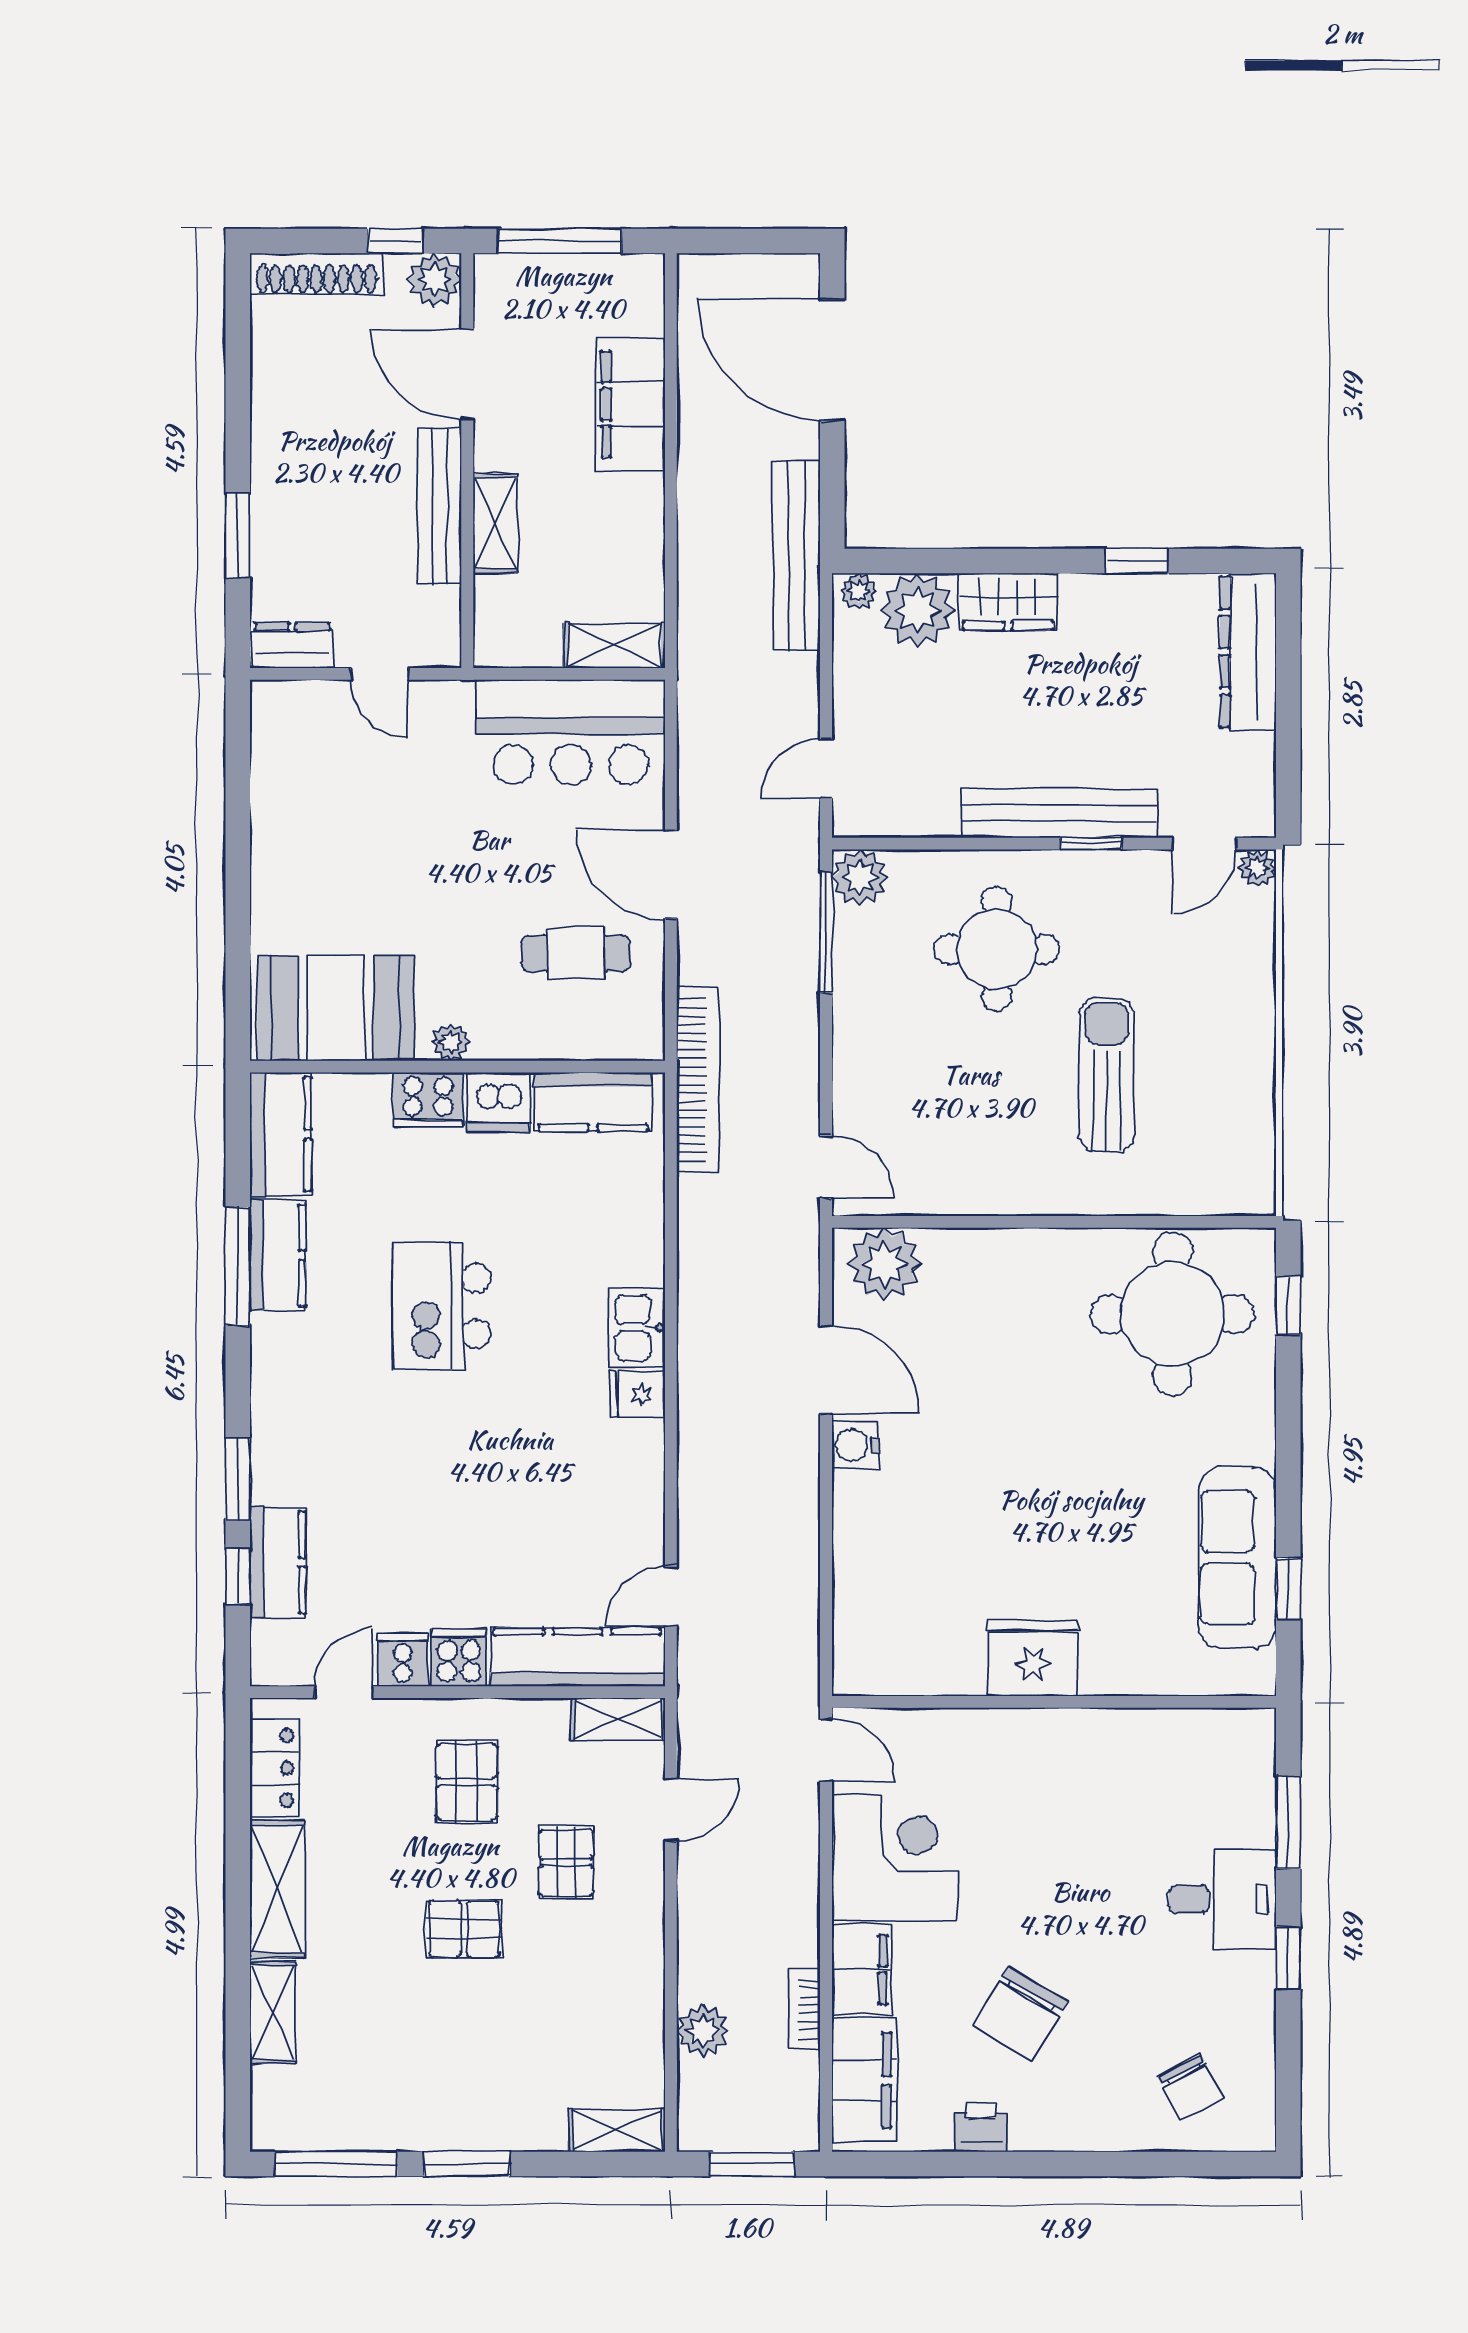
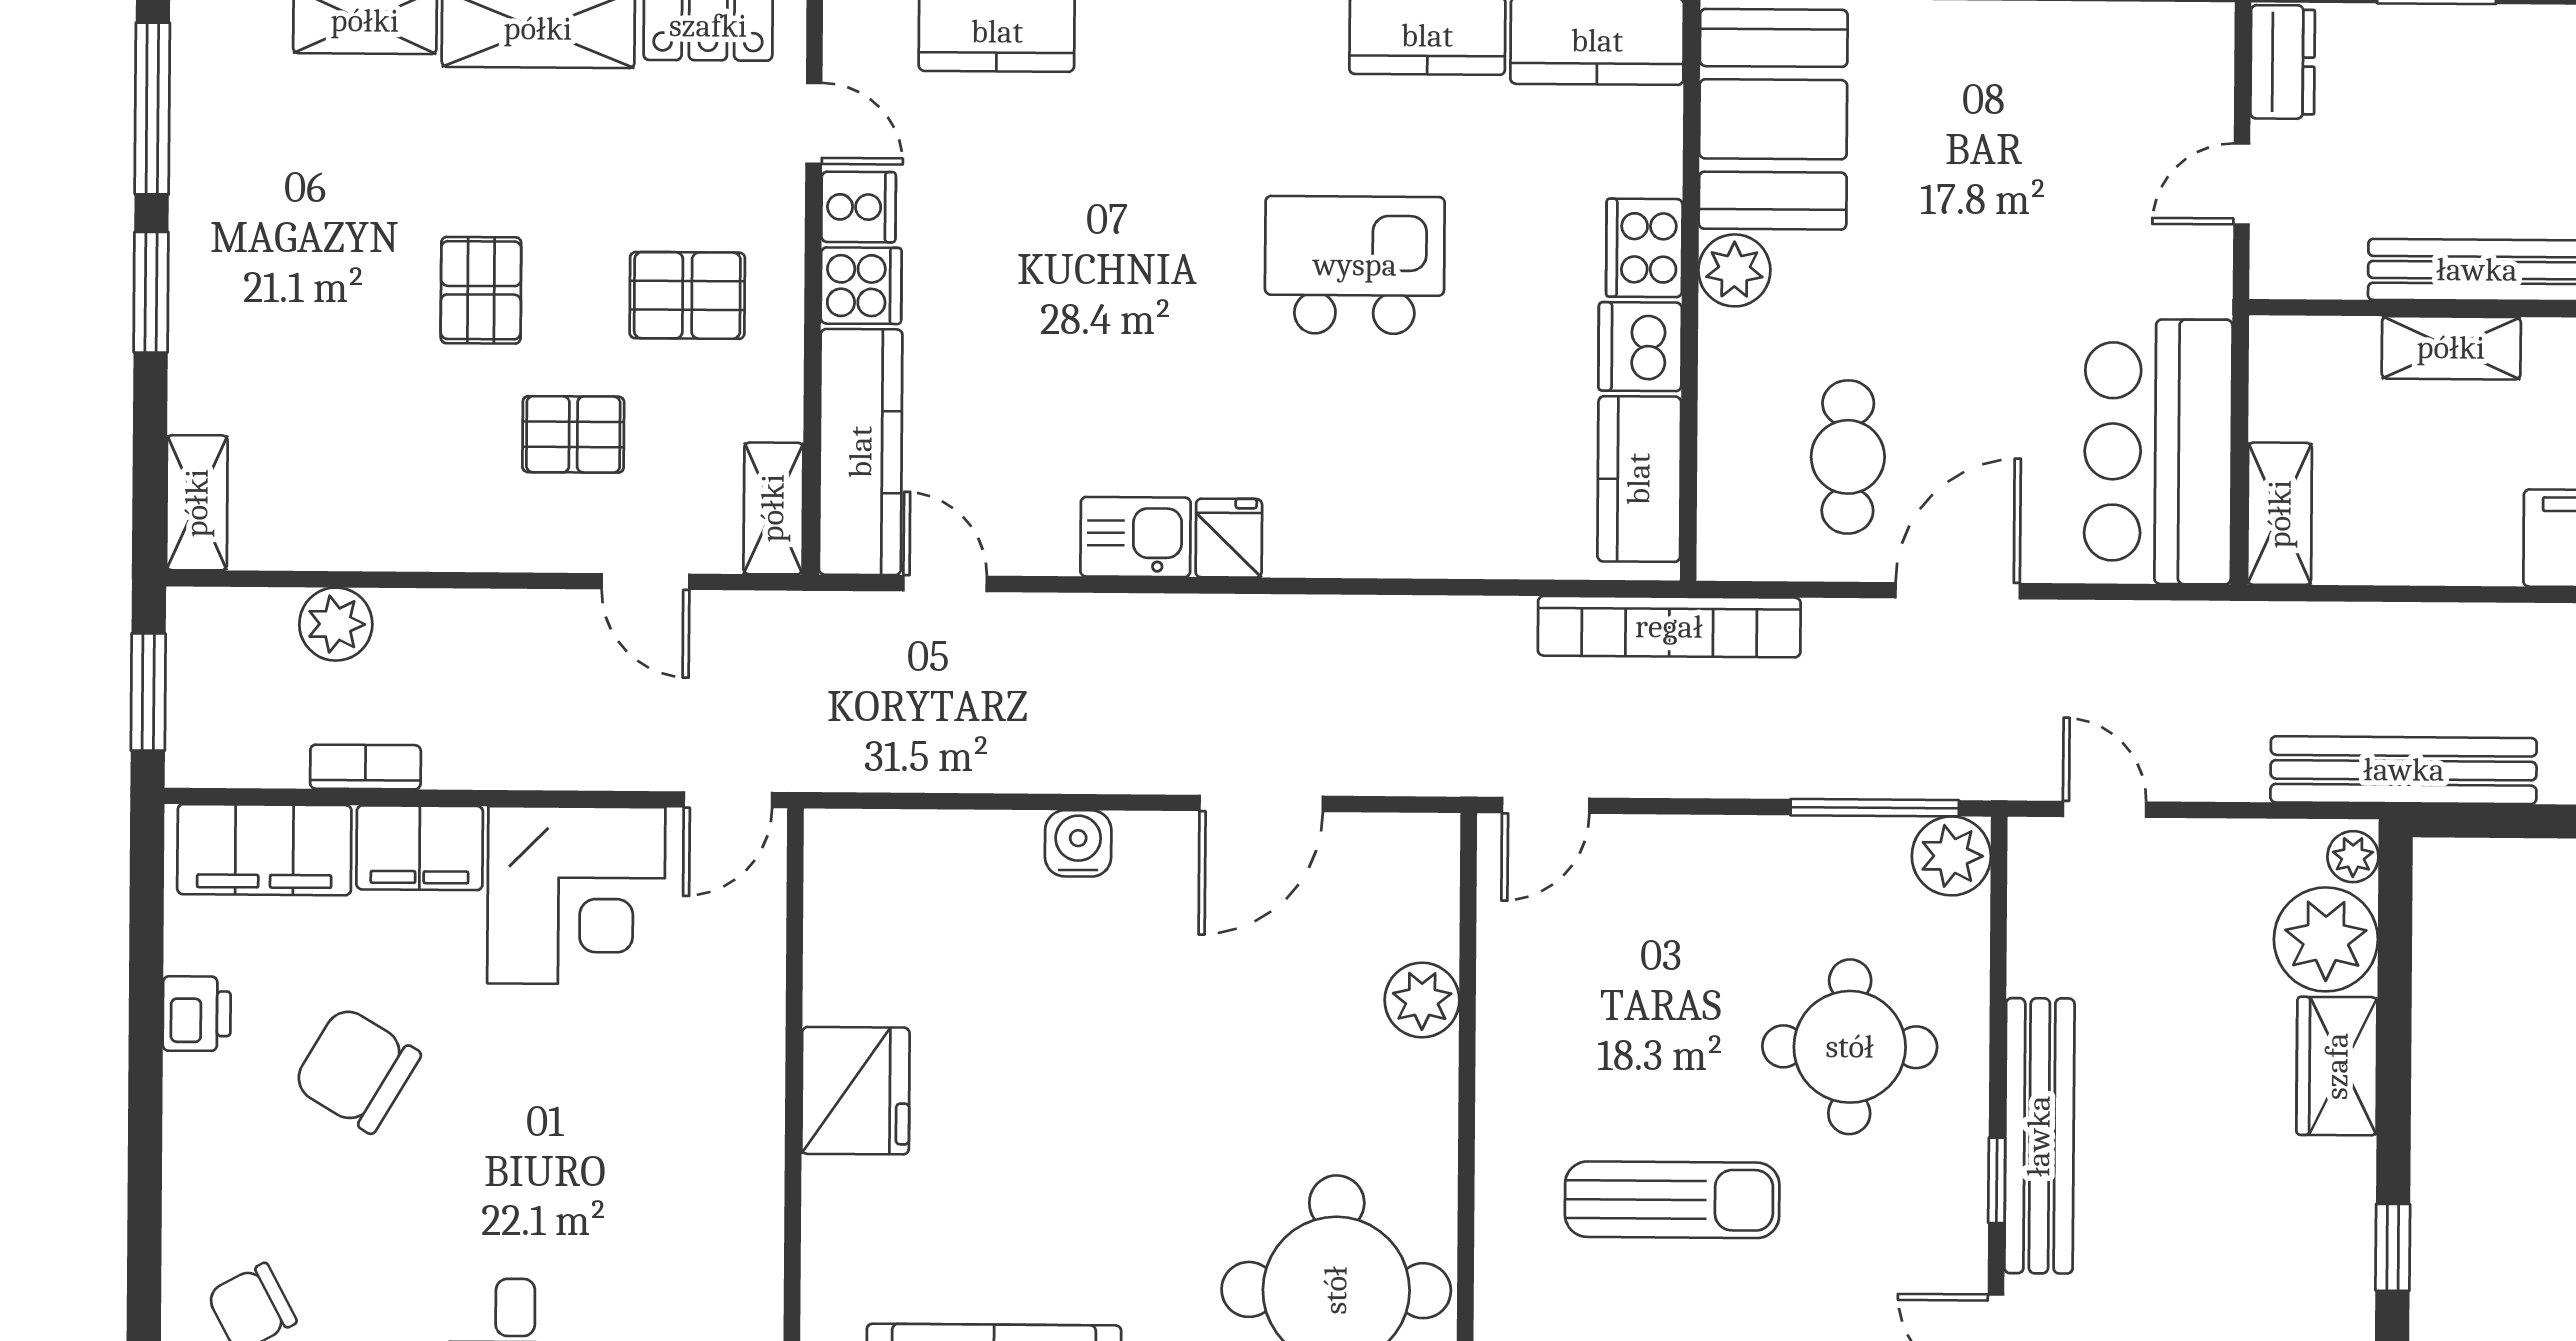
plant: (451, 1042) -> (1734, 270), width x1.38, depth x1.38
plant: (884, 1264) -> (1422, 1000), moved, width x0.73, depth x0.73
kitchen sink: (637, 1328) -> (1135, 537), moved
water cooler: (855, 1445) -> (1078, 843), moved

